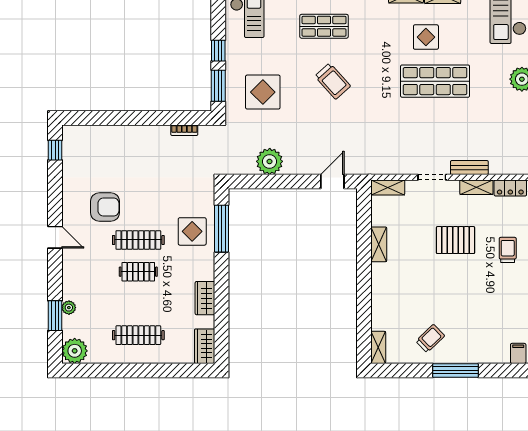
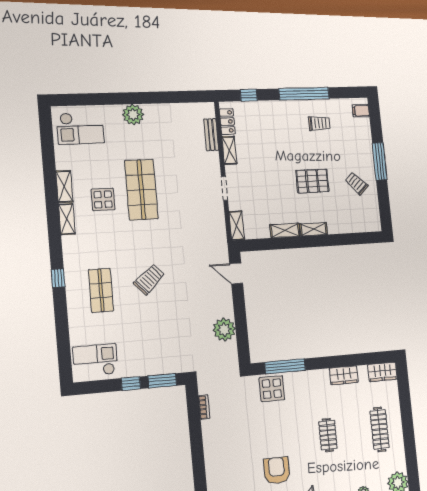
display table: (263, 92) -> (164, 340), removed
bench: (469, 168) -> (211, 135), moved
display table: (192, 231) -> (272, 389), moved
clothes rail: (138, 240) -> (302, 438), removed
pallet: (455, 240) -> (312, 181), moved, turned 90
trolley: (508, 250) -> (319, 123), moved, turned 180
shelving: (378, 347) -> (314, 229), moved

